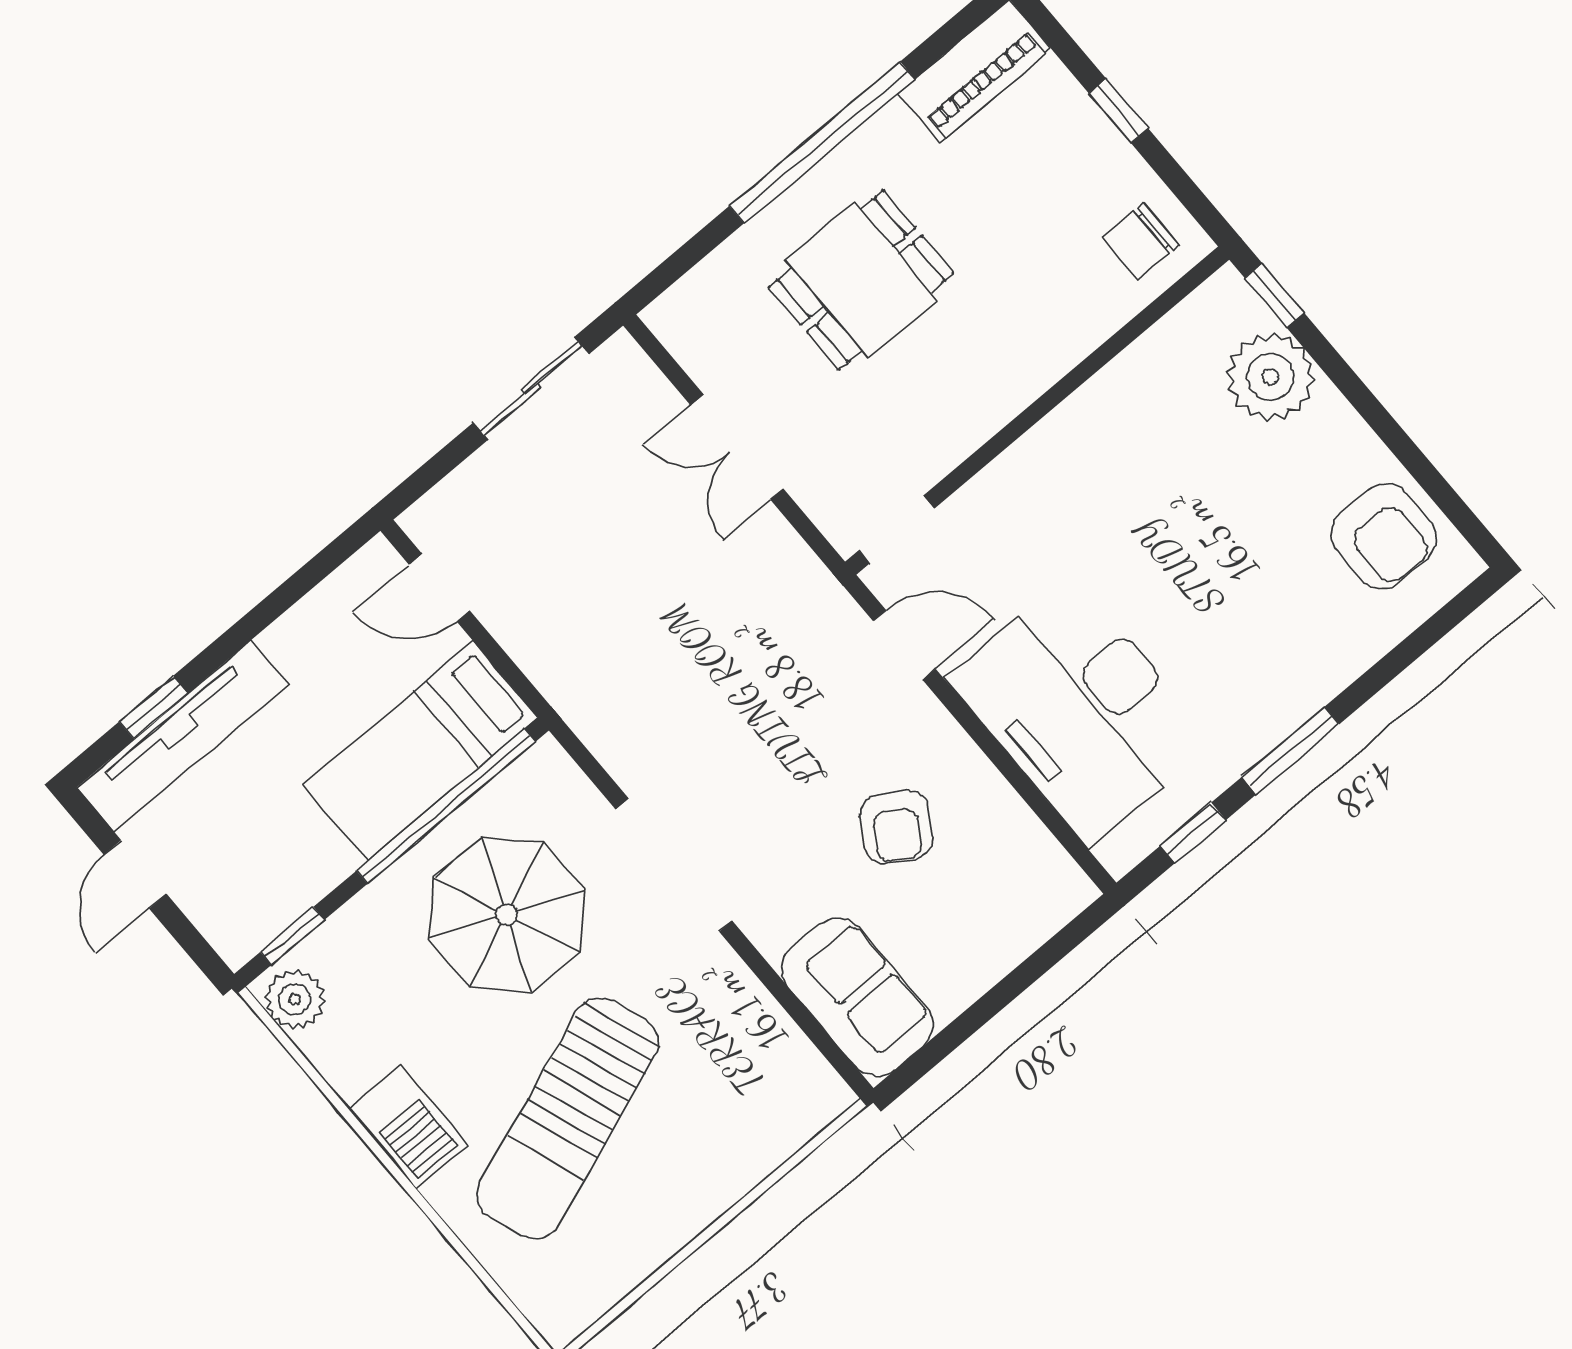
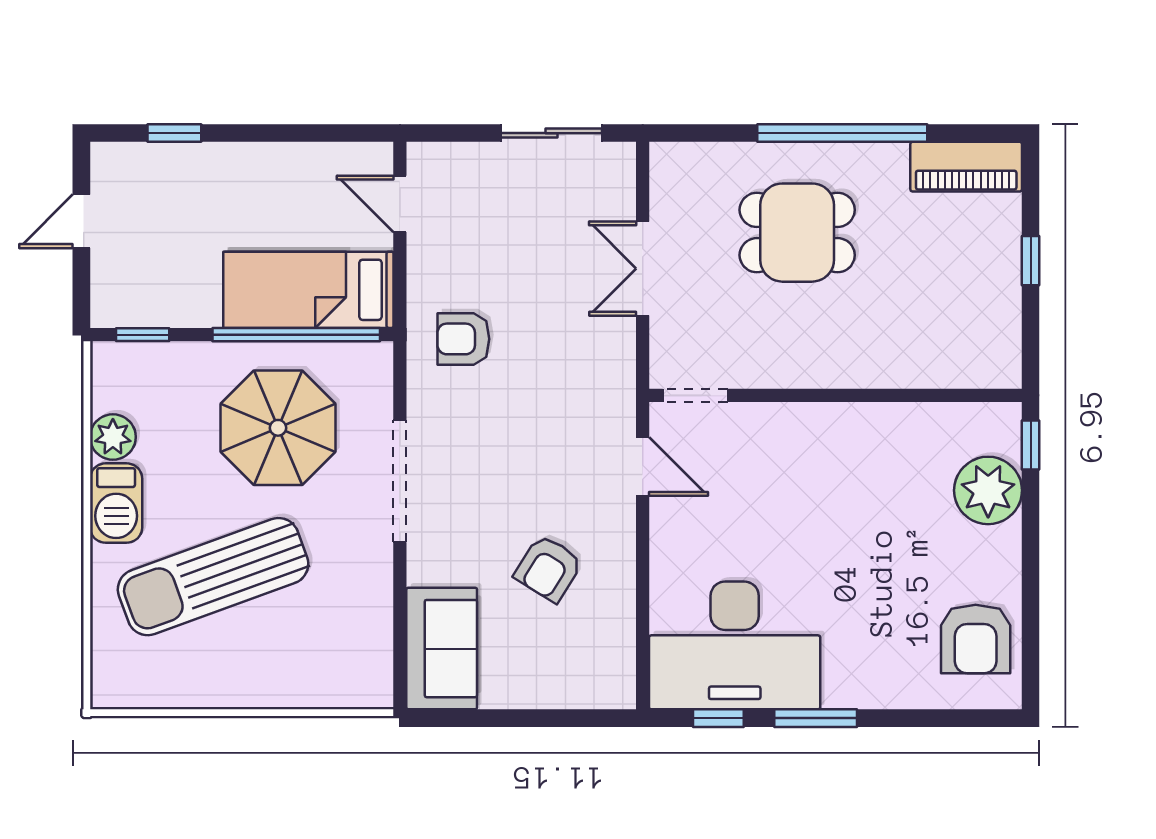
chair: (1140, 241) -> (979, 347), removed
armchair: (617, 669) -> (463, 339), added
desk: (1080, 710) -> (735, 645), moved, turned -90
tv unit: (182, 736) -> (177, 164), removed
plant: (295, 999) -> (113, 437), moved

